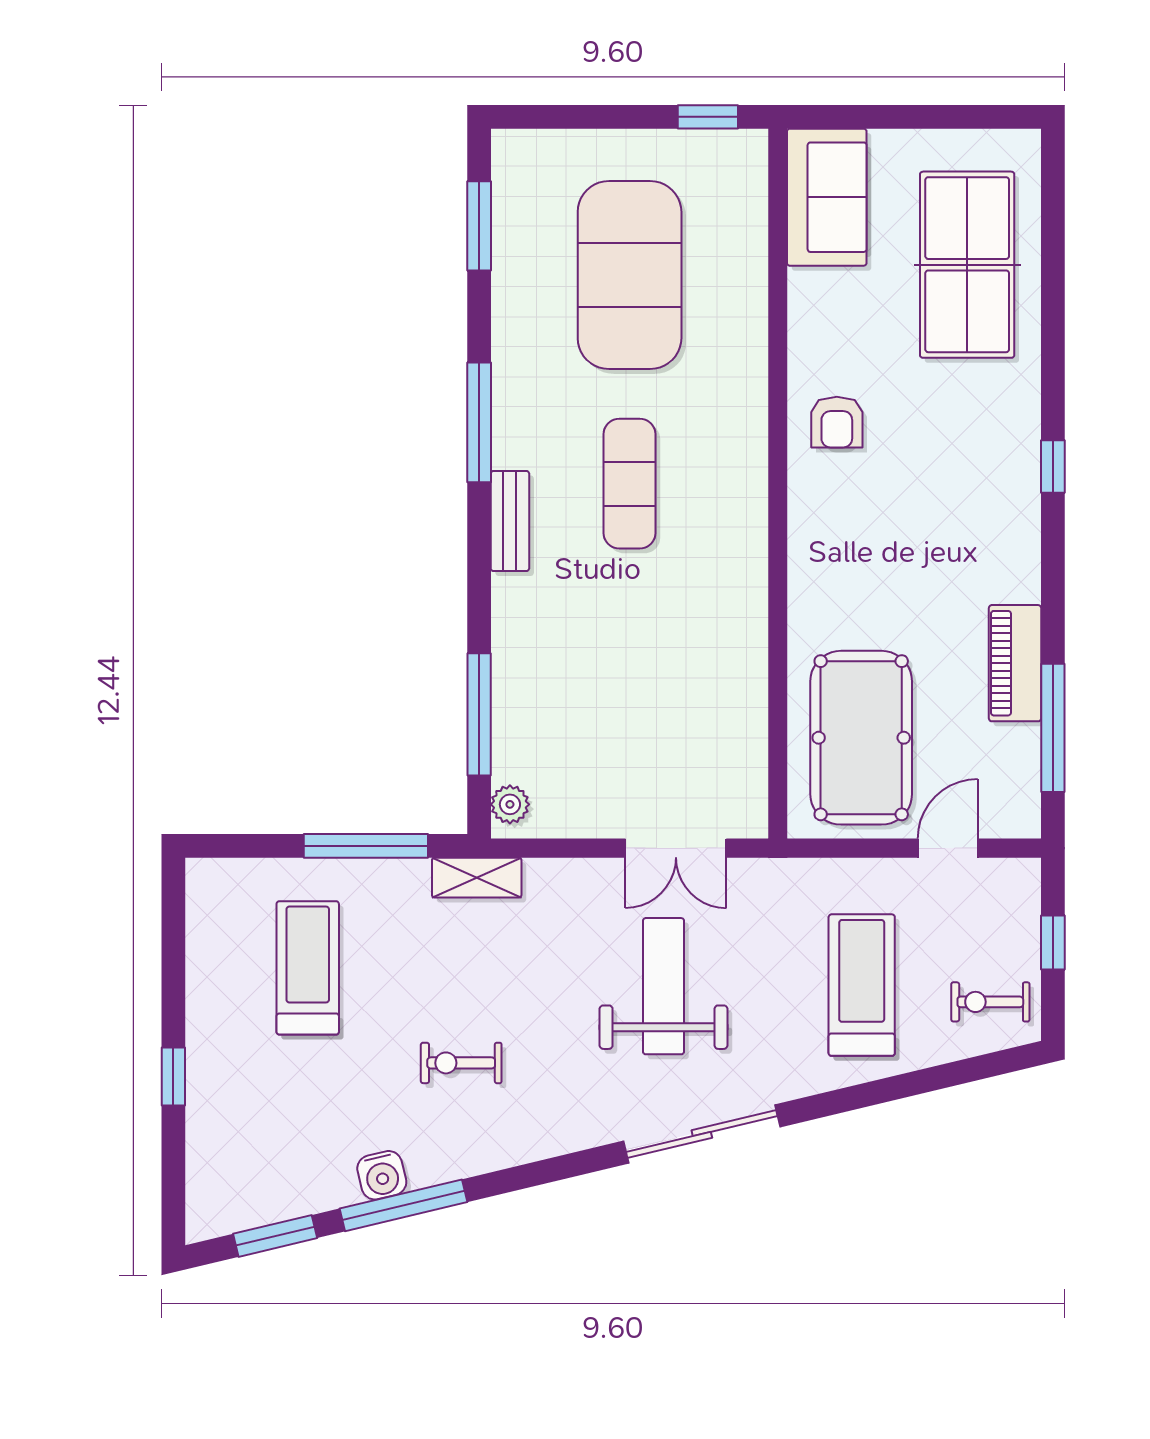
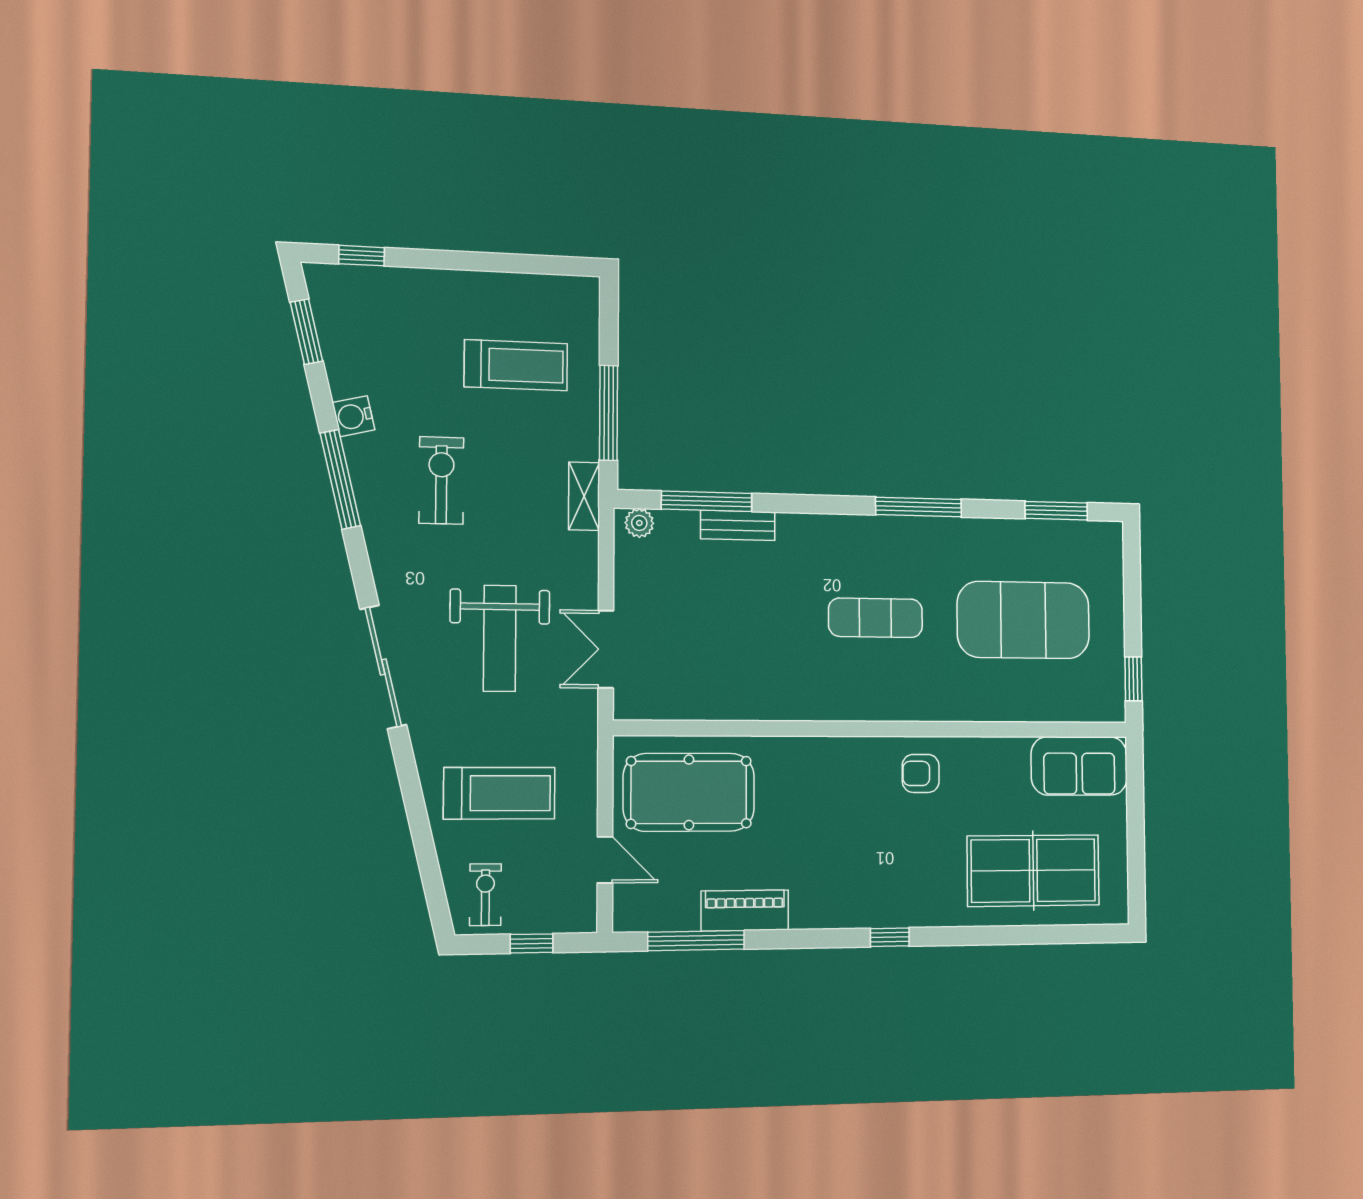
bench: (510, 521) -> (738, 525), moved
weight bench: (664, 986) -> (500, 638), turned 90
exercise bike: (461, 1063) -> (441, 480), width x1.38, depth x1.39
window: (173, 1077) -> (362, 256), moved
window: (403, 1205) -> (340, 479), moved

